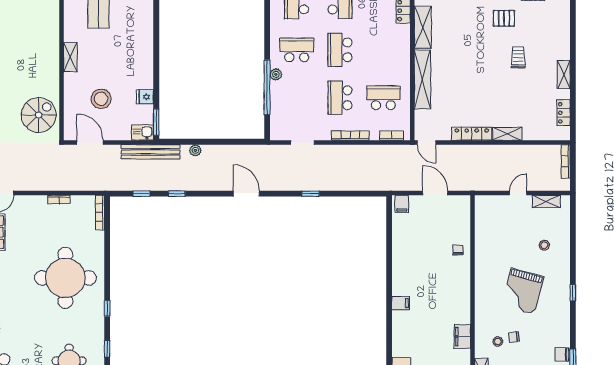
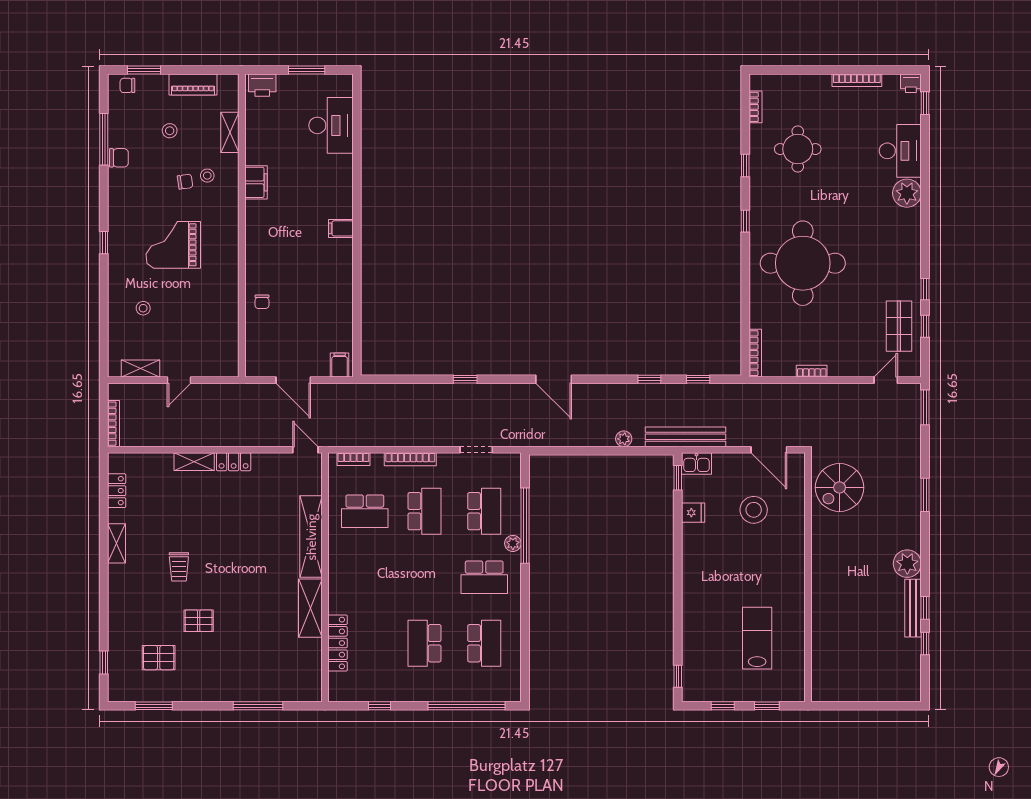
school desk: (340, 50) -> (484, 511), moved
shelving: (70, 57) -> (796, 567), removed
window: (156, 122) -> (678, 478), width x0.67
locker: (472, 134) -> (234, 462), width x0.66
grand piano: (522, 291) -> (173, 245), turned -105

